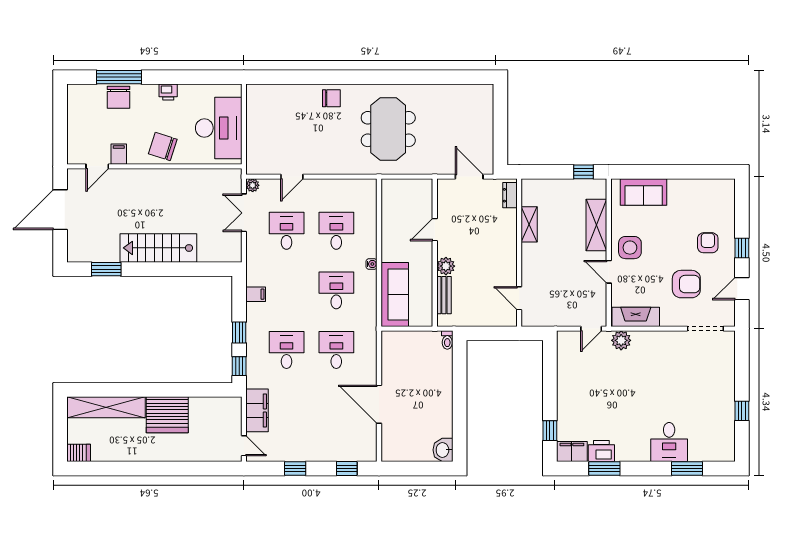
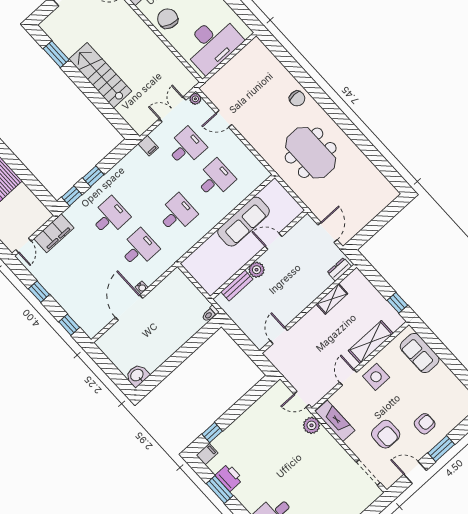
meeting table: (388, 129) -> (311, 153), turned 90
window: (742, 248) -> (441, 449), width x1.50
water cooler: (372, 264) -> (142, 287), moved
filing cabinet: (256, 294) -> (148, 146), moved
sofa: (395, 295) -> (244, 222), moved
filing cabinet: (572, 452) -> (207, 454), width x0.50

